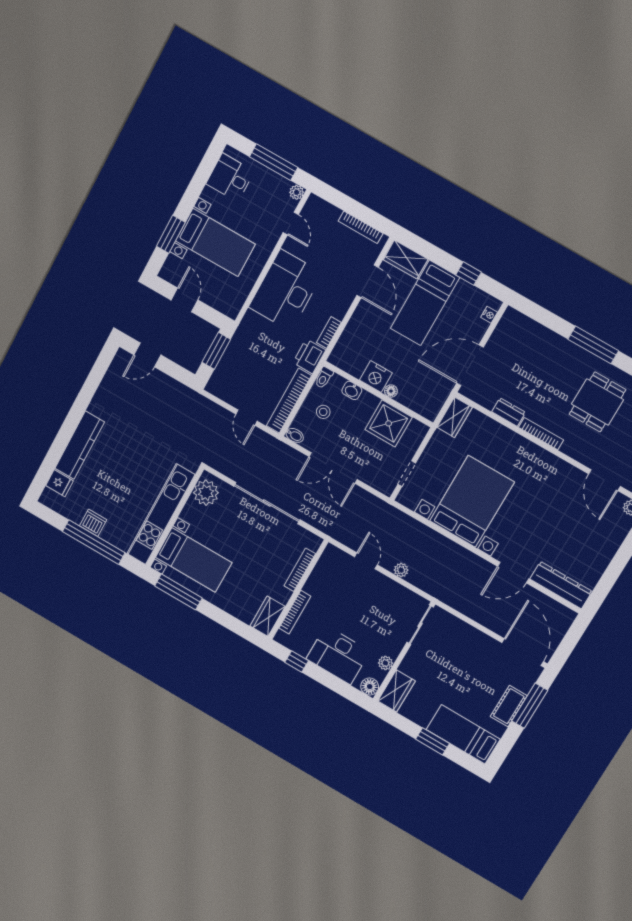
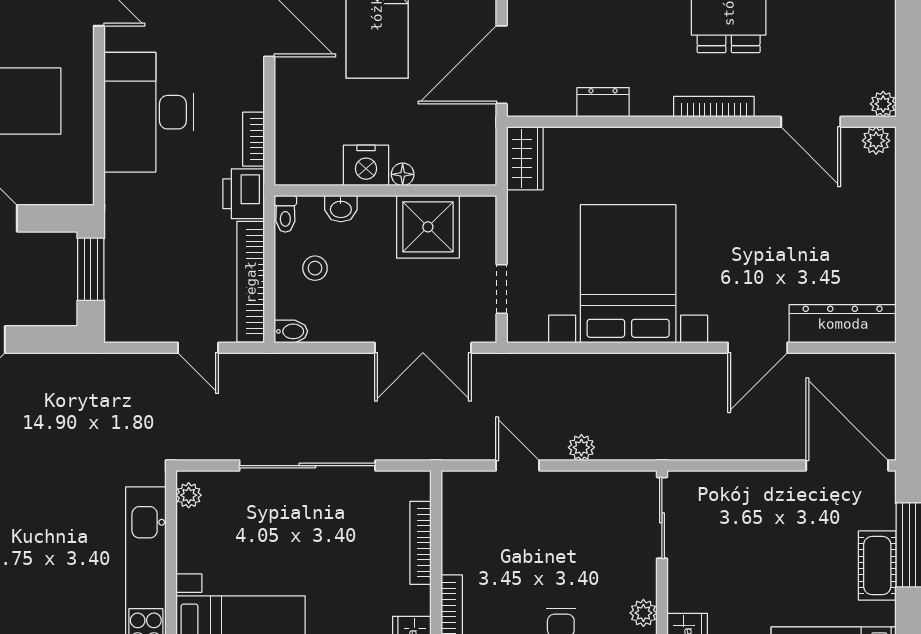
bookcase: (541, 434) -> (714, 107), moved
double door: (333, 468) -> (423, 348), moved
plant: (206, 493) -> (189, 495), width x0.53, depth x0.53

